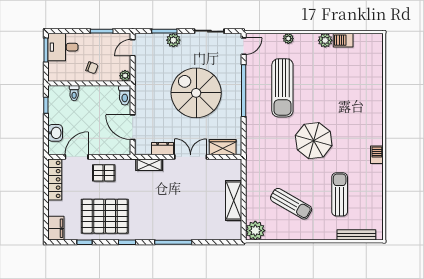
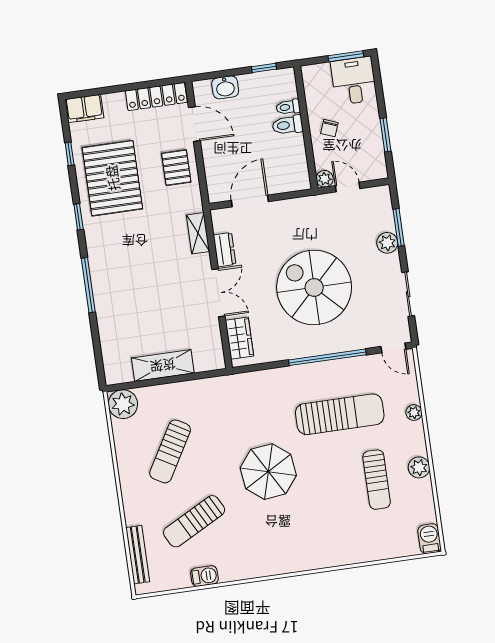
barbecue: (343, 40) -> (429, 539), moved
door: (133, 48) -> (348, 187), moved
sun lounger: (329, 70) -> (377, 480), added
sun lounger: (282, 88) -> (340, 414), turned 180
spiral stairs: (196, 93) -> (314, 287), turned -90
toilet: (125, 95) -> (287, 125), moved
barbecue: (377, 155) -> (204, 576), moved
sun lounger: (340, 194) -> (194, 521), turned 152

